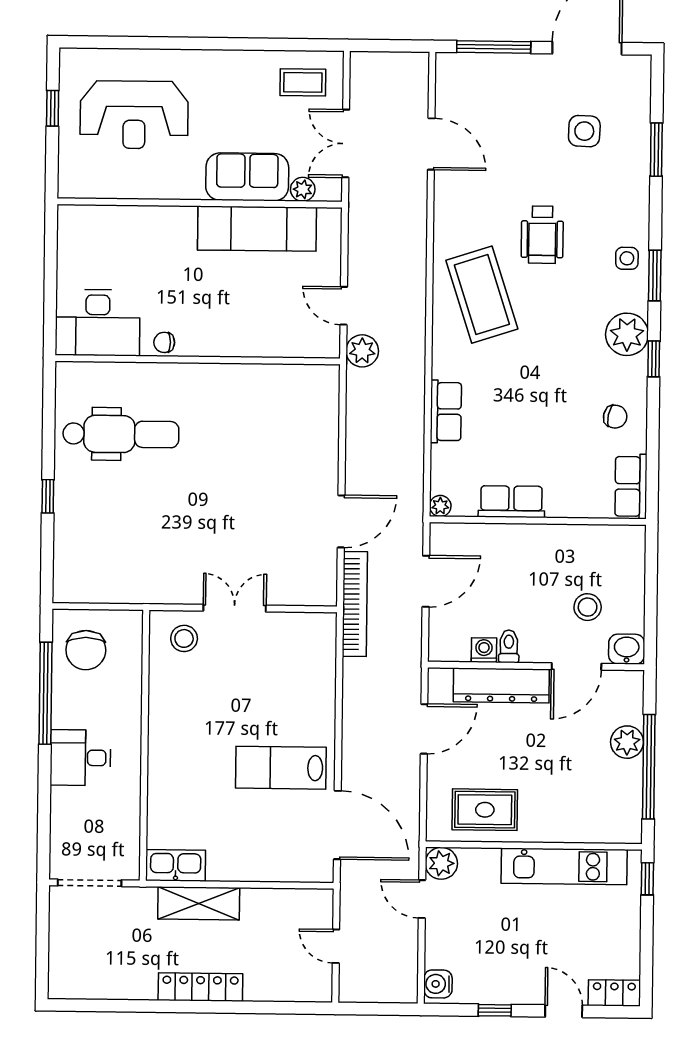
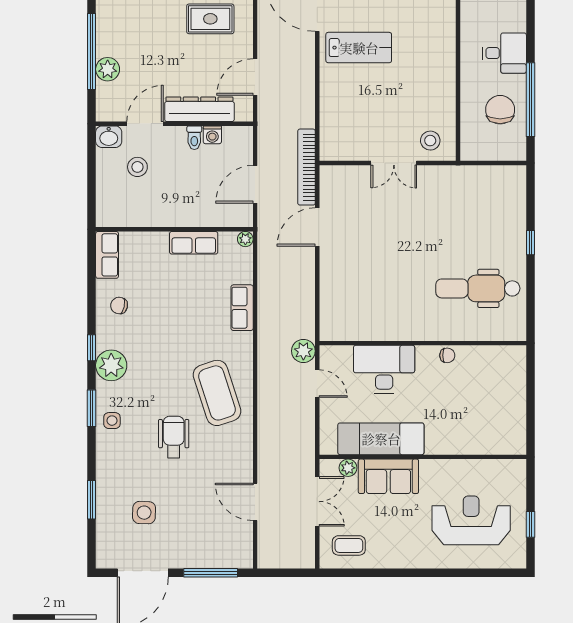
desk: (98, 323) -> (384, 369), moved
chair: (86, 650) -> (500, 110), moved

